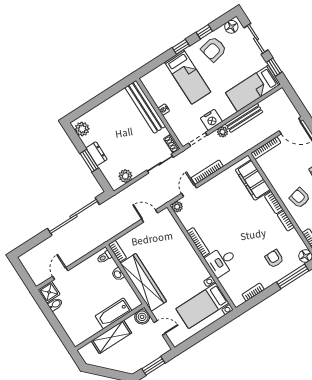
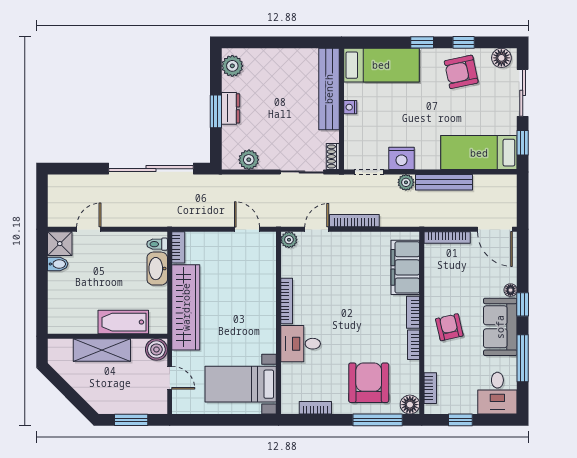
bed: (188, 77) -> (381, 65), moved, turned -90
armchair: (274, 259) -> (369, 383), width x1.88, depth x1.88
washbasin: (118, 274) -> (157, 269), width x1.91, depth x1.45

